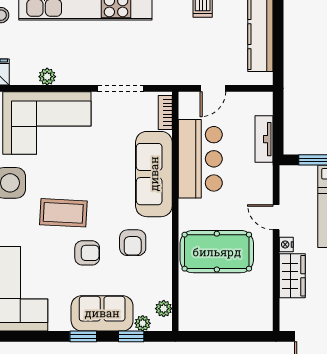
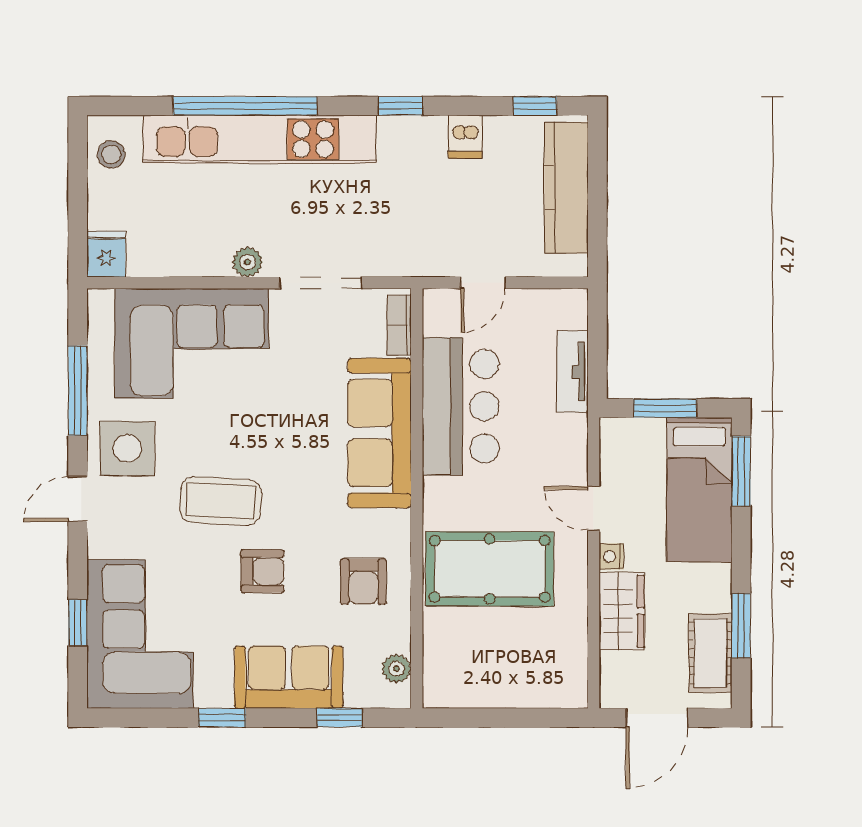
plant: (47, 77) -> (248, 262), moved
armchair: (133, 243) -> (363, 581), moved
plant: (143, 323) -> (360, 695), removed
window: (83, 336) -> (222, 718), moved

